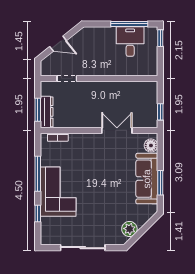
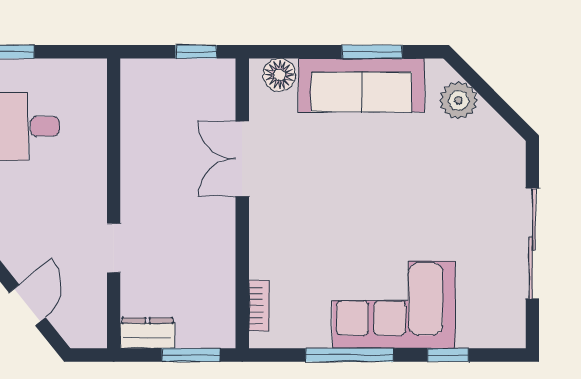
doorway: (67, 79) -> (114, 248), moved
dresser: (47, 112) -> (148, 333), moved, width x0.70
plant: (129, 229) -> (459, 100), moved

